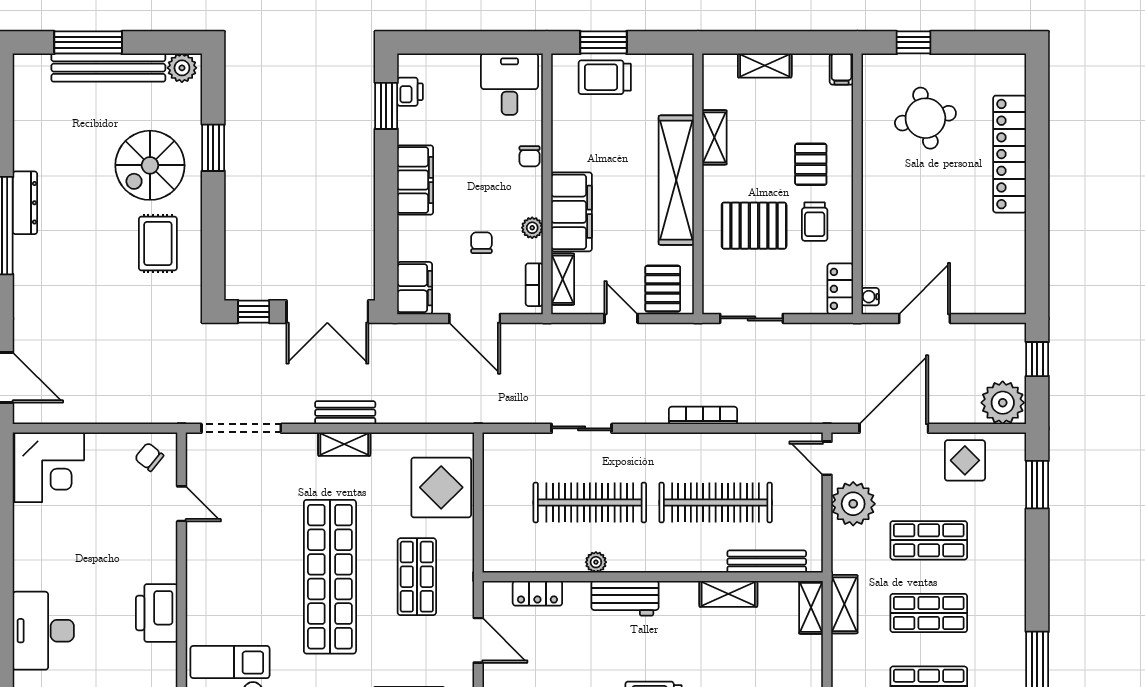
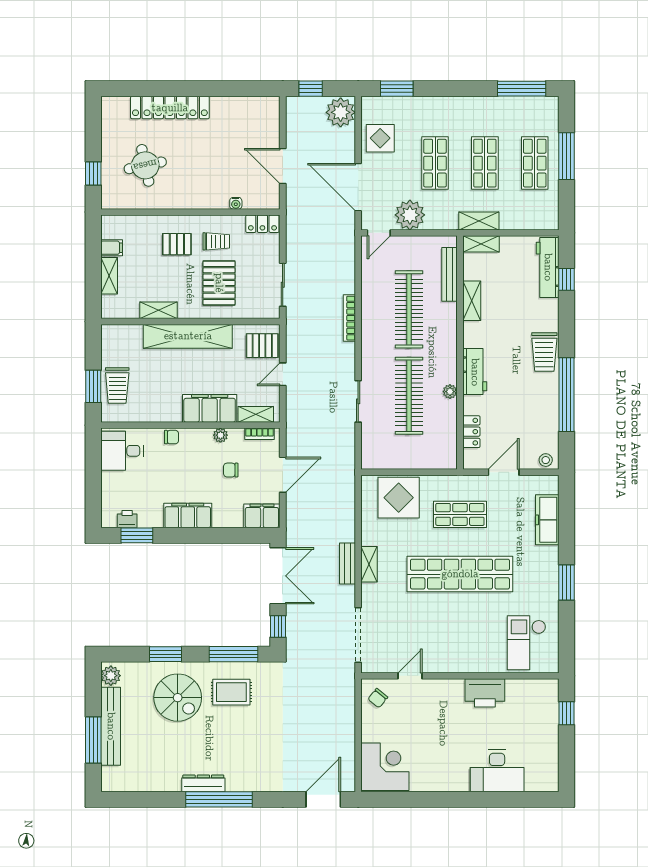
filing cabinet: (841, 69) -> (112, 248), moved
window: (213, 247) -> (234, 654), added
water cooler: (870, 297) -> (236, 203), moved

